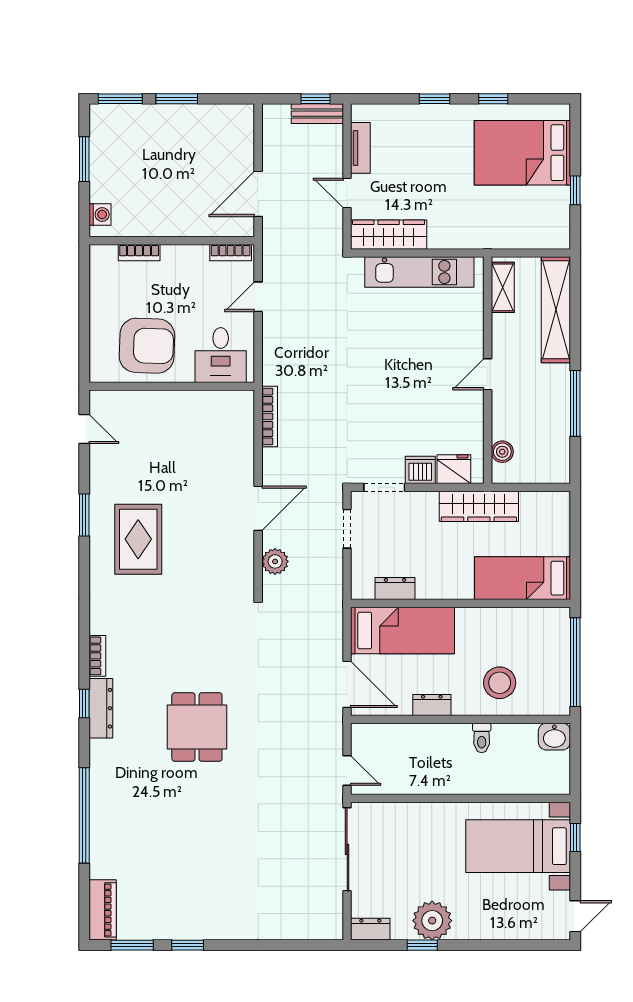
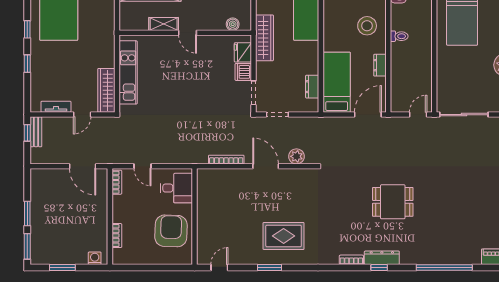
shelving: (503, 287) -> (164, 24), moved
bookcase: (270, 416) -> (226, 160), moved

